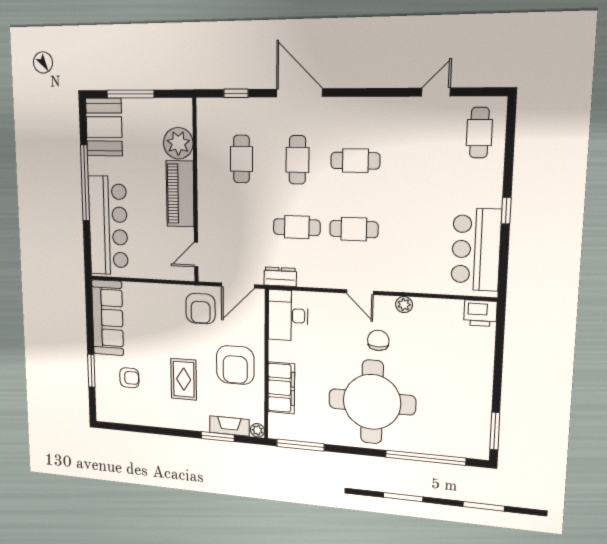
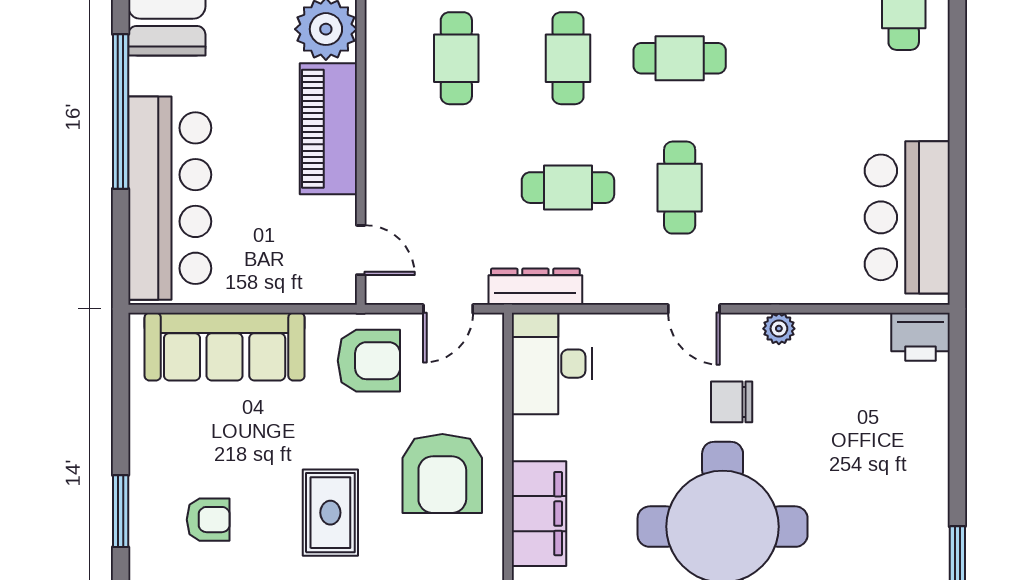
window: (506, 211) -> (957, 144), removed
cafe table: (354, 229) -> (680, 188), turned 90
door: (196, 255) -> (361, 250), swing flipped
dresser: (280, 277) -> (535, 287), width x1.44
door: (238, 286) -> (448, 309), width x0.73
armchair: (201, 309) -> (369, 361), turned -90
sofa: (108, 318) -> (225, 347), moved, turned 90
chair: (378, 340) -> (732, 402), turned -90

